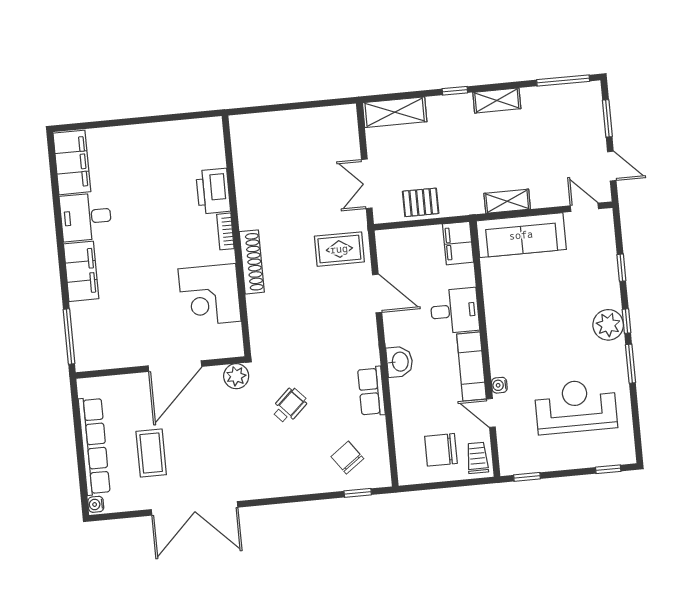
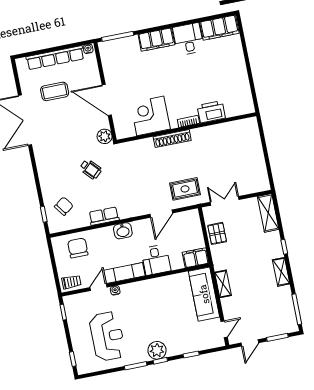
rug: (339, 249) -> (185, 189), turned 90
chair: (441, 450) -> (78, 248), moved
water cooler: (96, 504) -> (88, 49), moved

